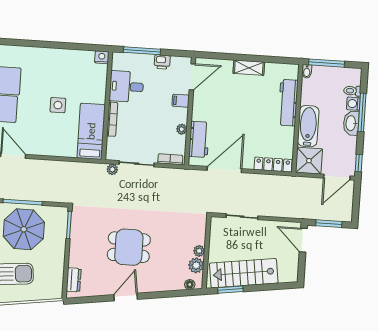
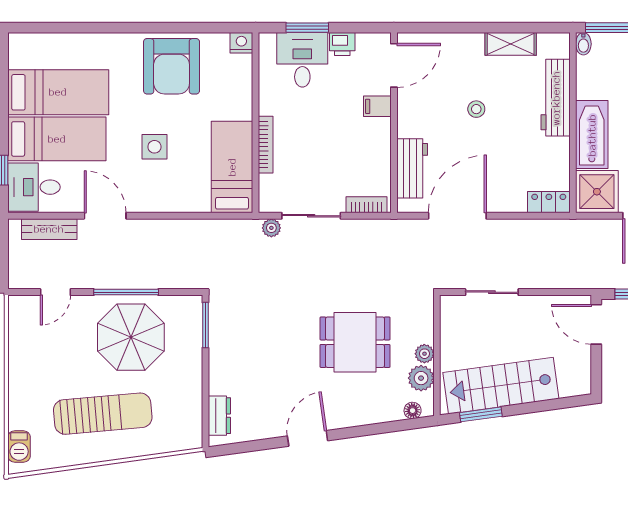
window: (142, 51) -> (307, 28), width x0.69
armchair: (59, 68) -> (172, 66), added
shelving: (249, 68) -> (511, 44), moved
desk: (127, 87) -> (302, 60), moved, turned 90
side table: (58, 105) -> (154, 147), moved
stool: (240, 106) -> (476, 109), added
plant: (182, 129) -> (382, 153), removed
locker: (273, 165) -> (549, 202), width x0.66
dining table: (129, 247) -> (355, 342), moved

